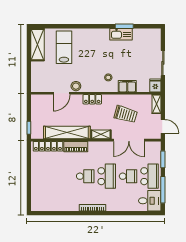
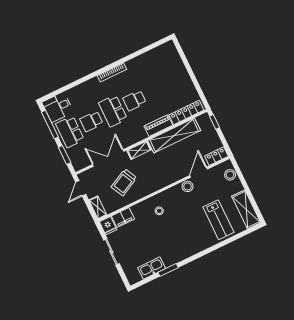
kitchen sink: (121, 34) -> (152, 268), moved
stool: (37, 79) -> (230, 175), added
filing cabinet: (127, 86) -> (123, 218), moved
locker: (92, 99) -> (216, 156), moved
trolley: (126, 114) -> (124, 182), turned -43
door: (163, 126) -> (81, 188), hinge flipped

